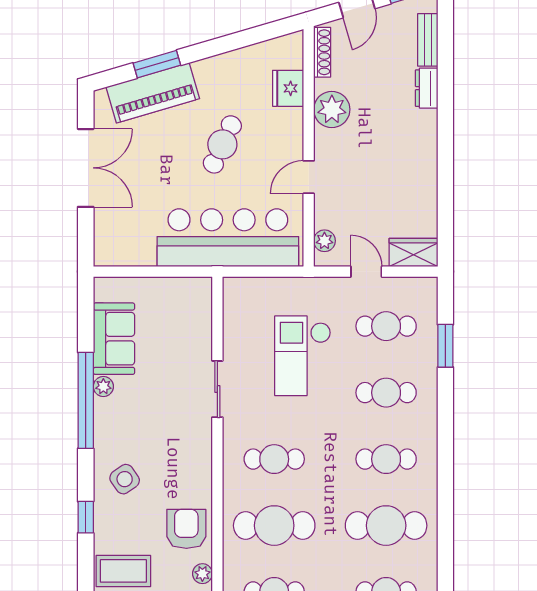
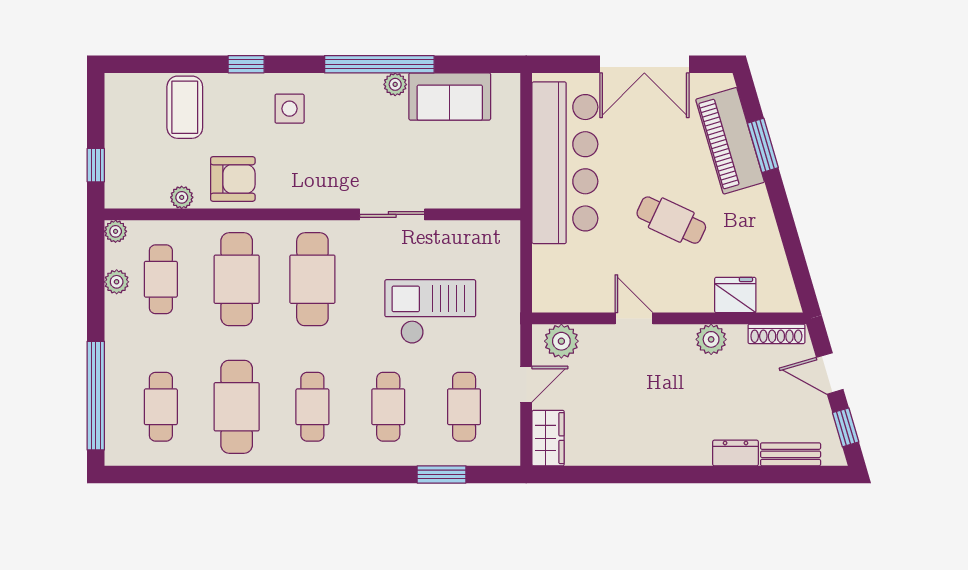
plant: (332, 109) -> (711, 339), width x0.73, depth x0.73
bar counter: (228, 238) -> (565, 163), moved
plant: (324, 241) -> (561, 341), width x1.38, depth x1.38
cafe table: (274, 459) -> (312, 279), width x1.37, depth x1.35
side table: (125, 479) -> (290, 109), turned 35

